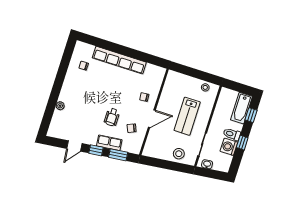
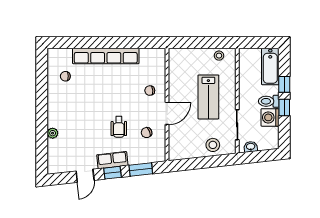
window: (251, 115) -> (284, 84), moved
row of seats: (109, 143) -> (112, 160), moved

